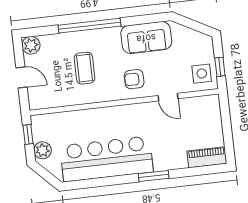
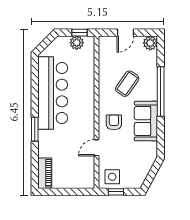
sofa: (146, 38) -> (146, 121), moved
coffee table: (85, 68) -> (127, 84), turned -55
plant: (43, 150) -> (77, 43), moved

